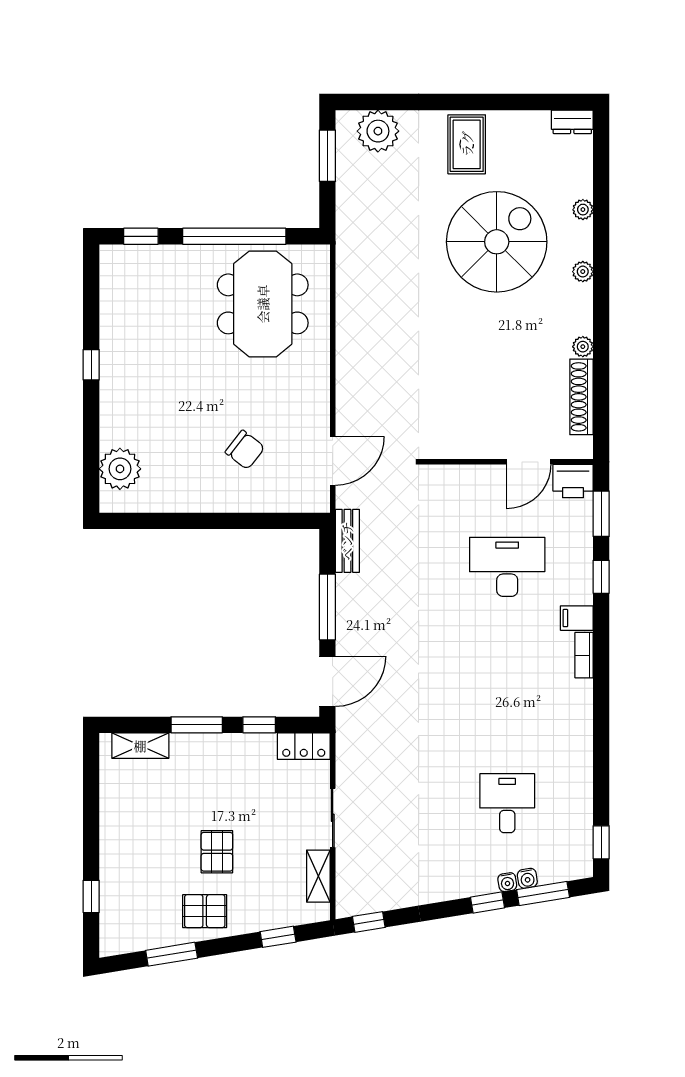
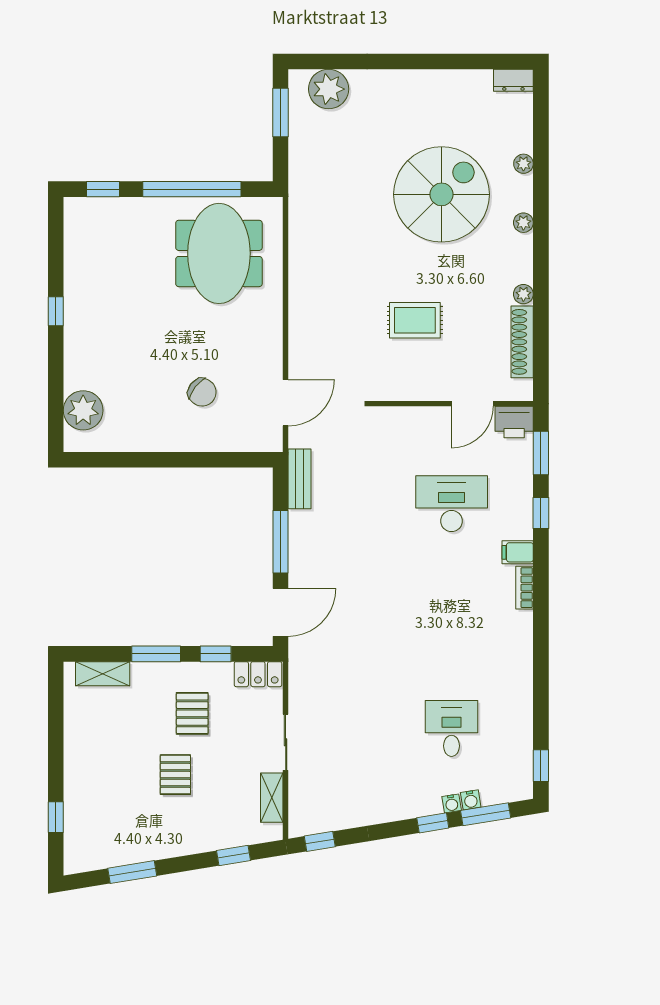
rug: (467, 144) -> (415, 320), moved, turned 90
pallet: (205, 911) -> (192, 713), moved, turned 90

